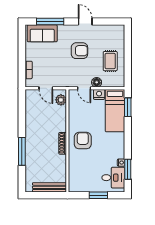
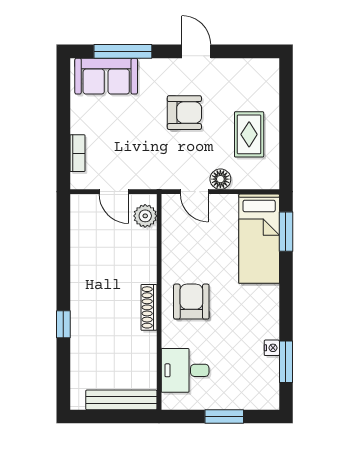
nightstand: (99, 94) -> (226, 205), removed
window: (22, 151) -> (63, 324), width x0.46
desk: (113, 178) -> (185, 370), moved, turned 180

